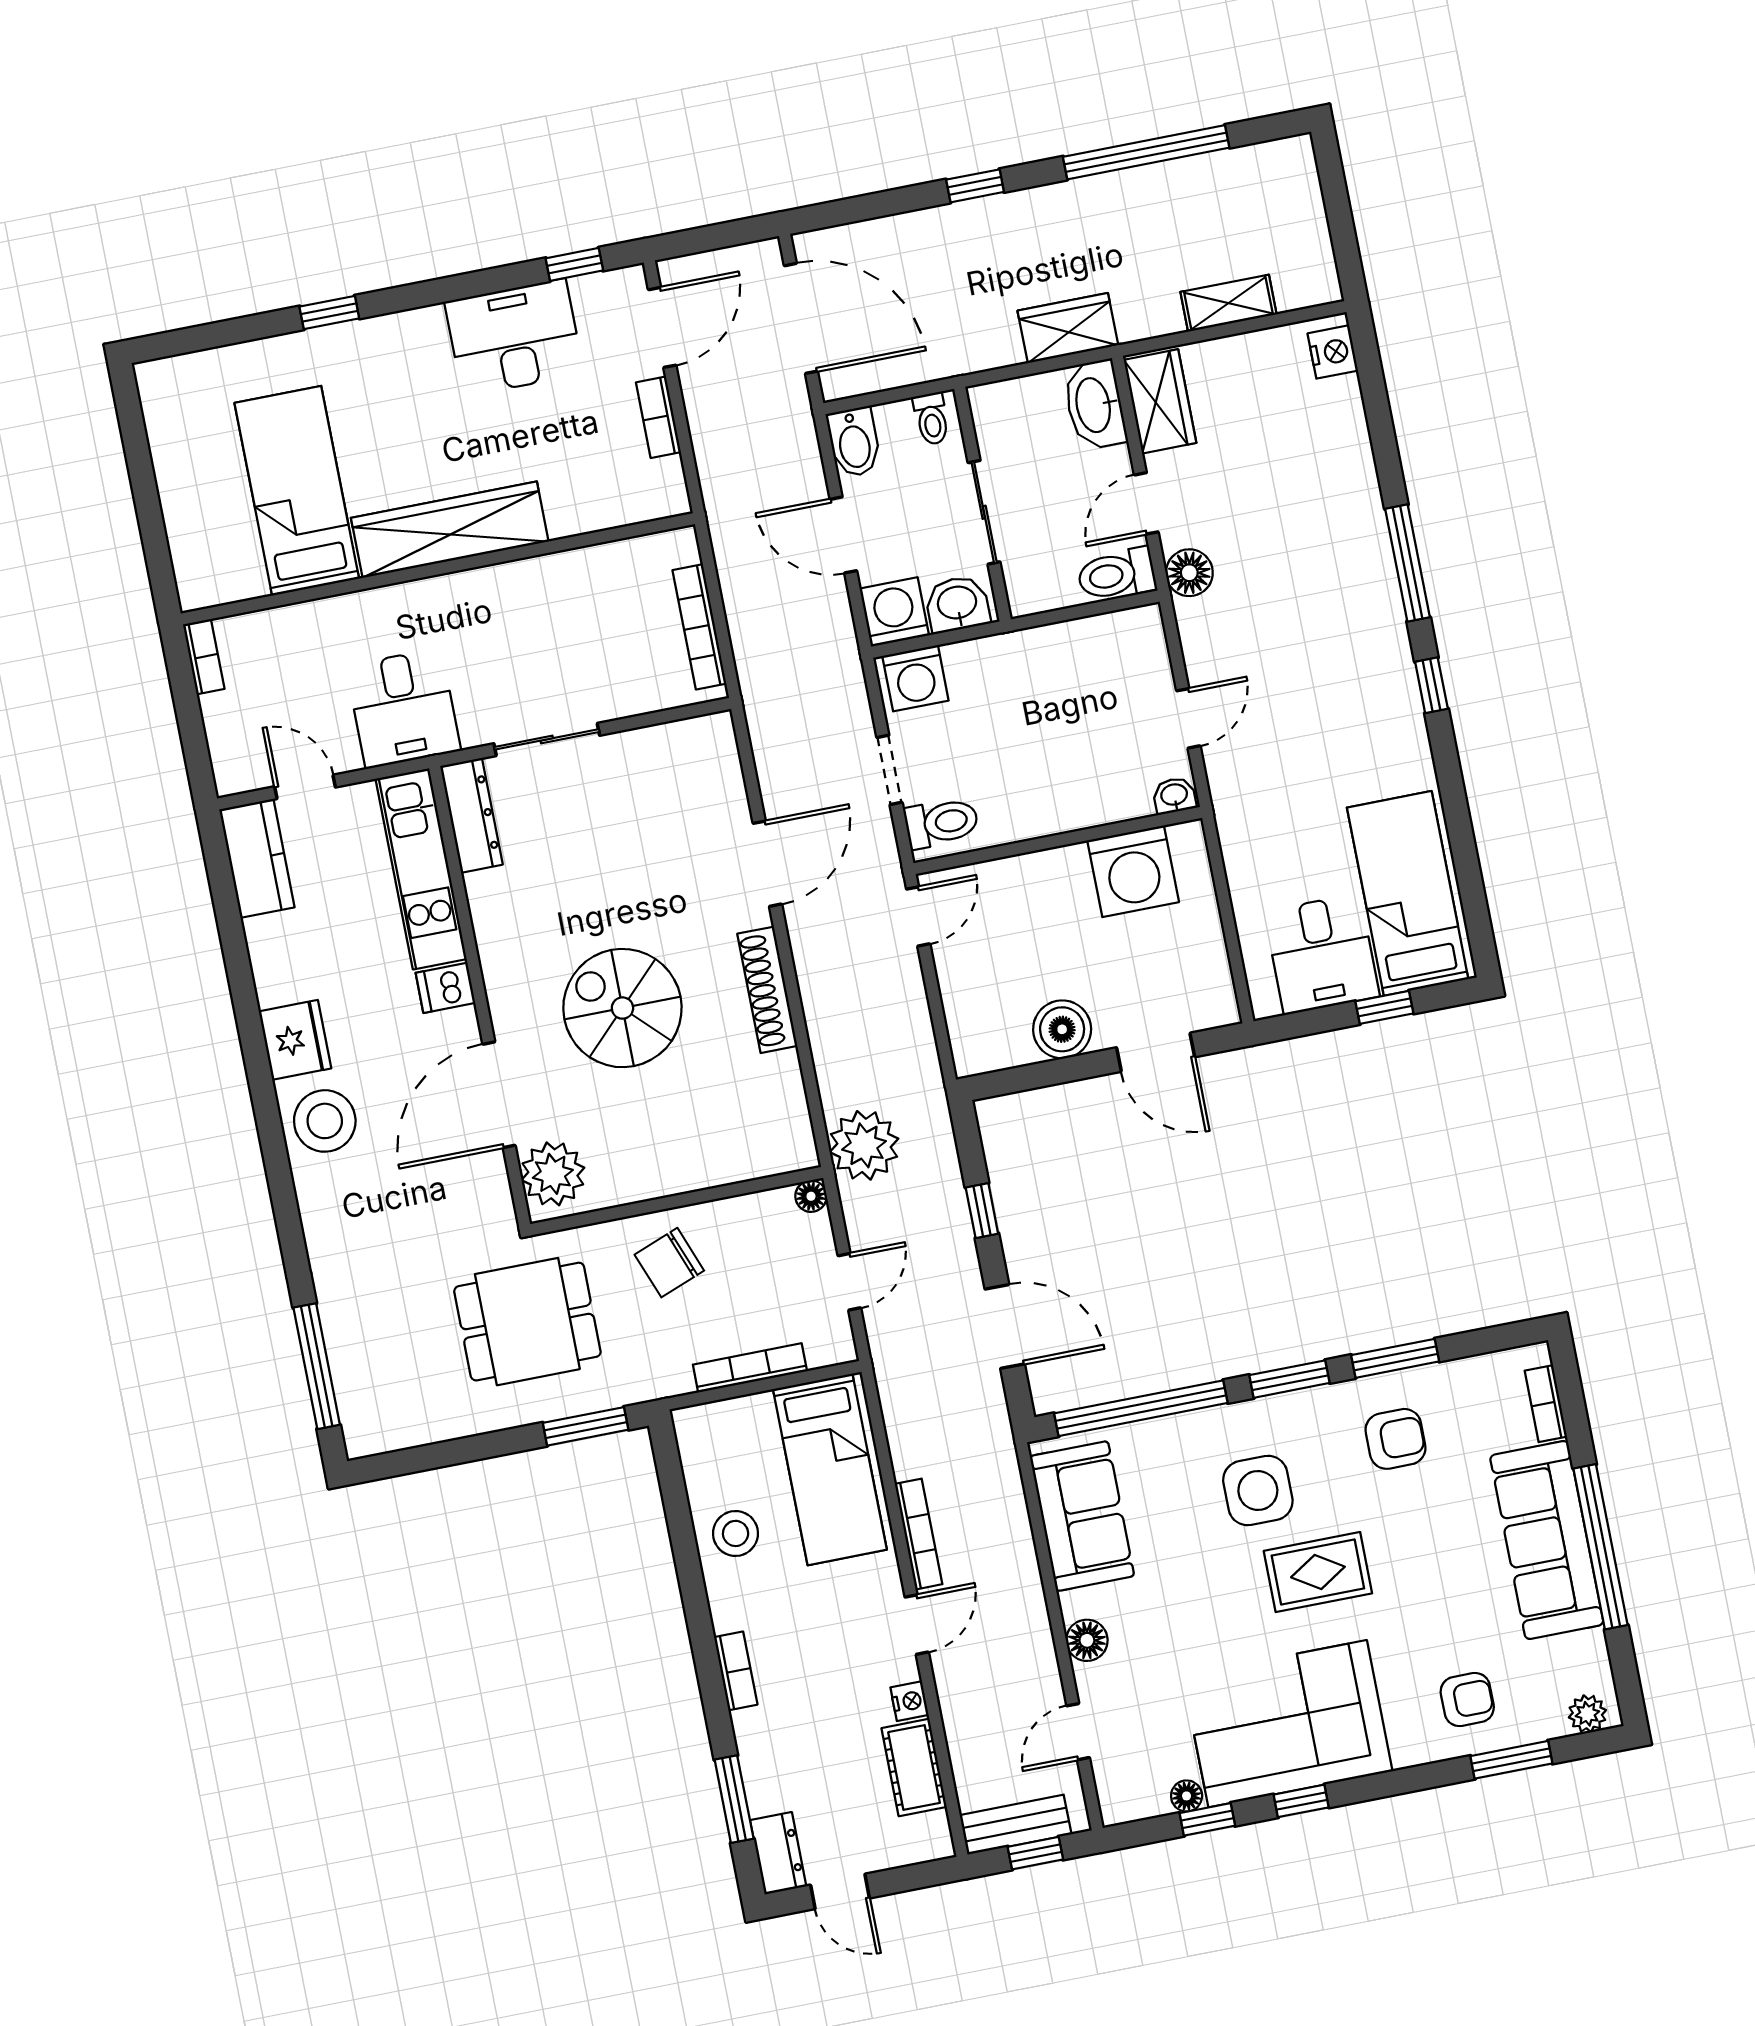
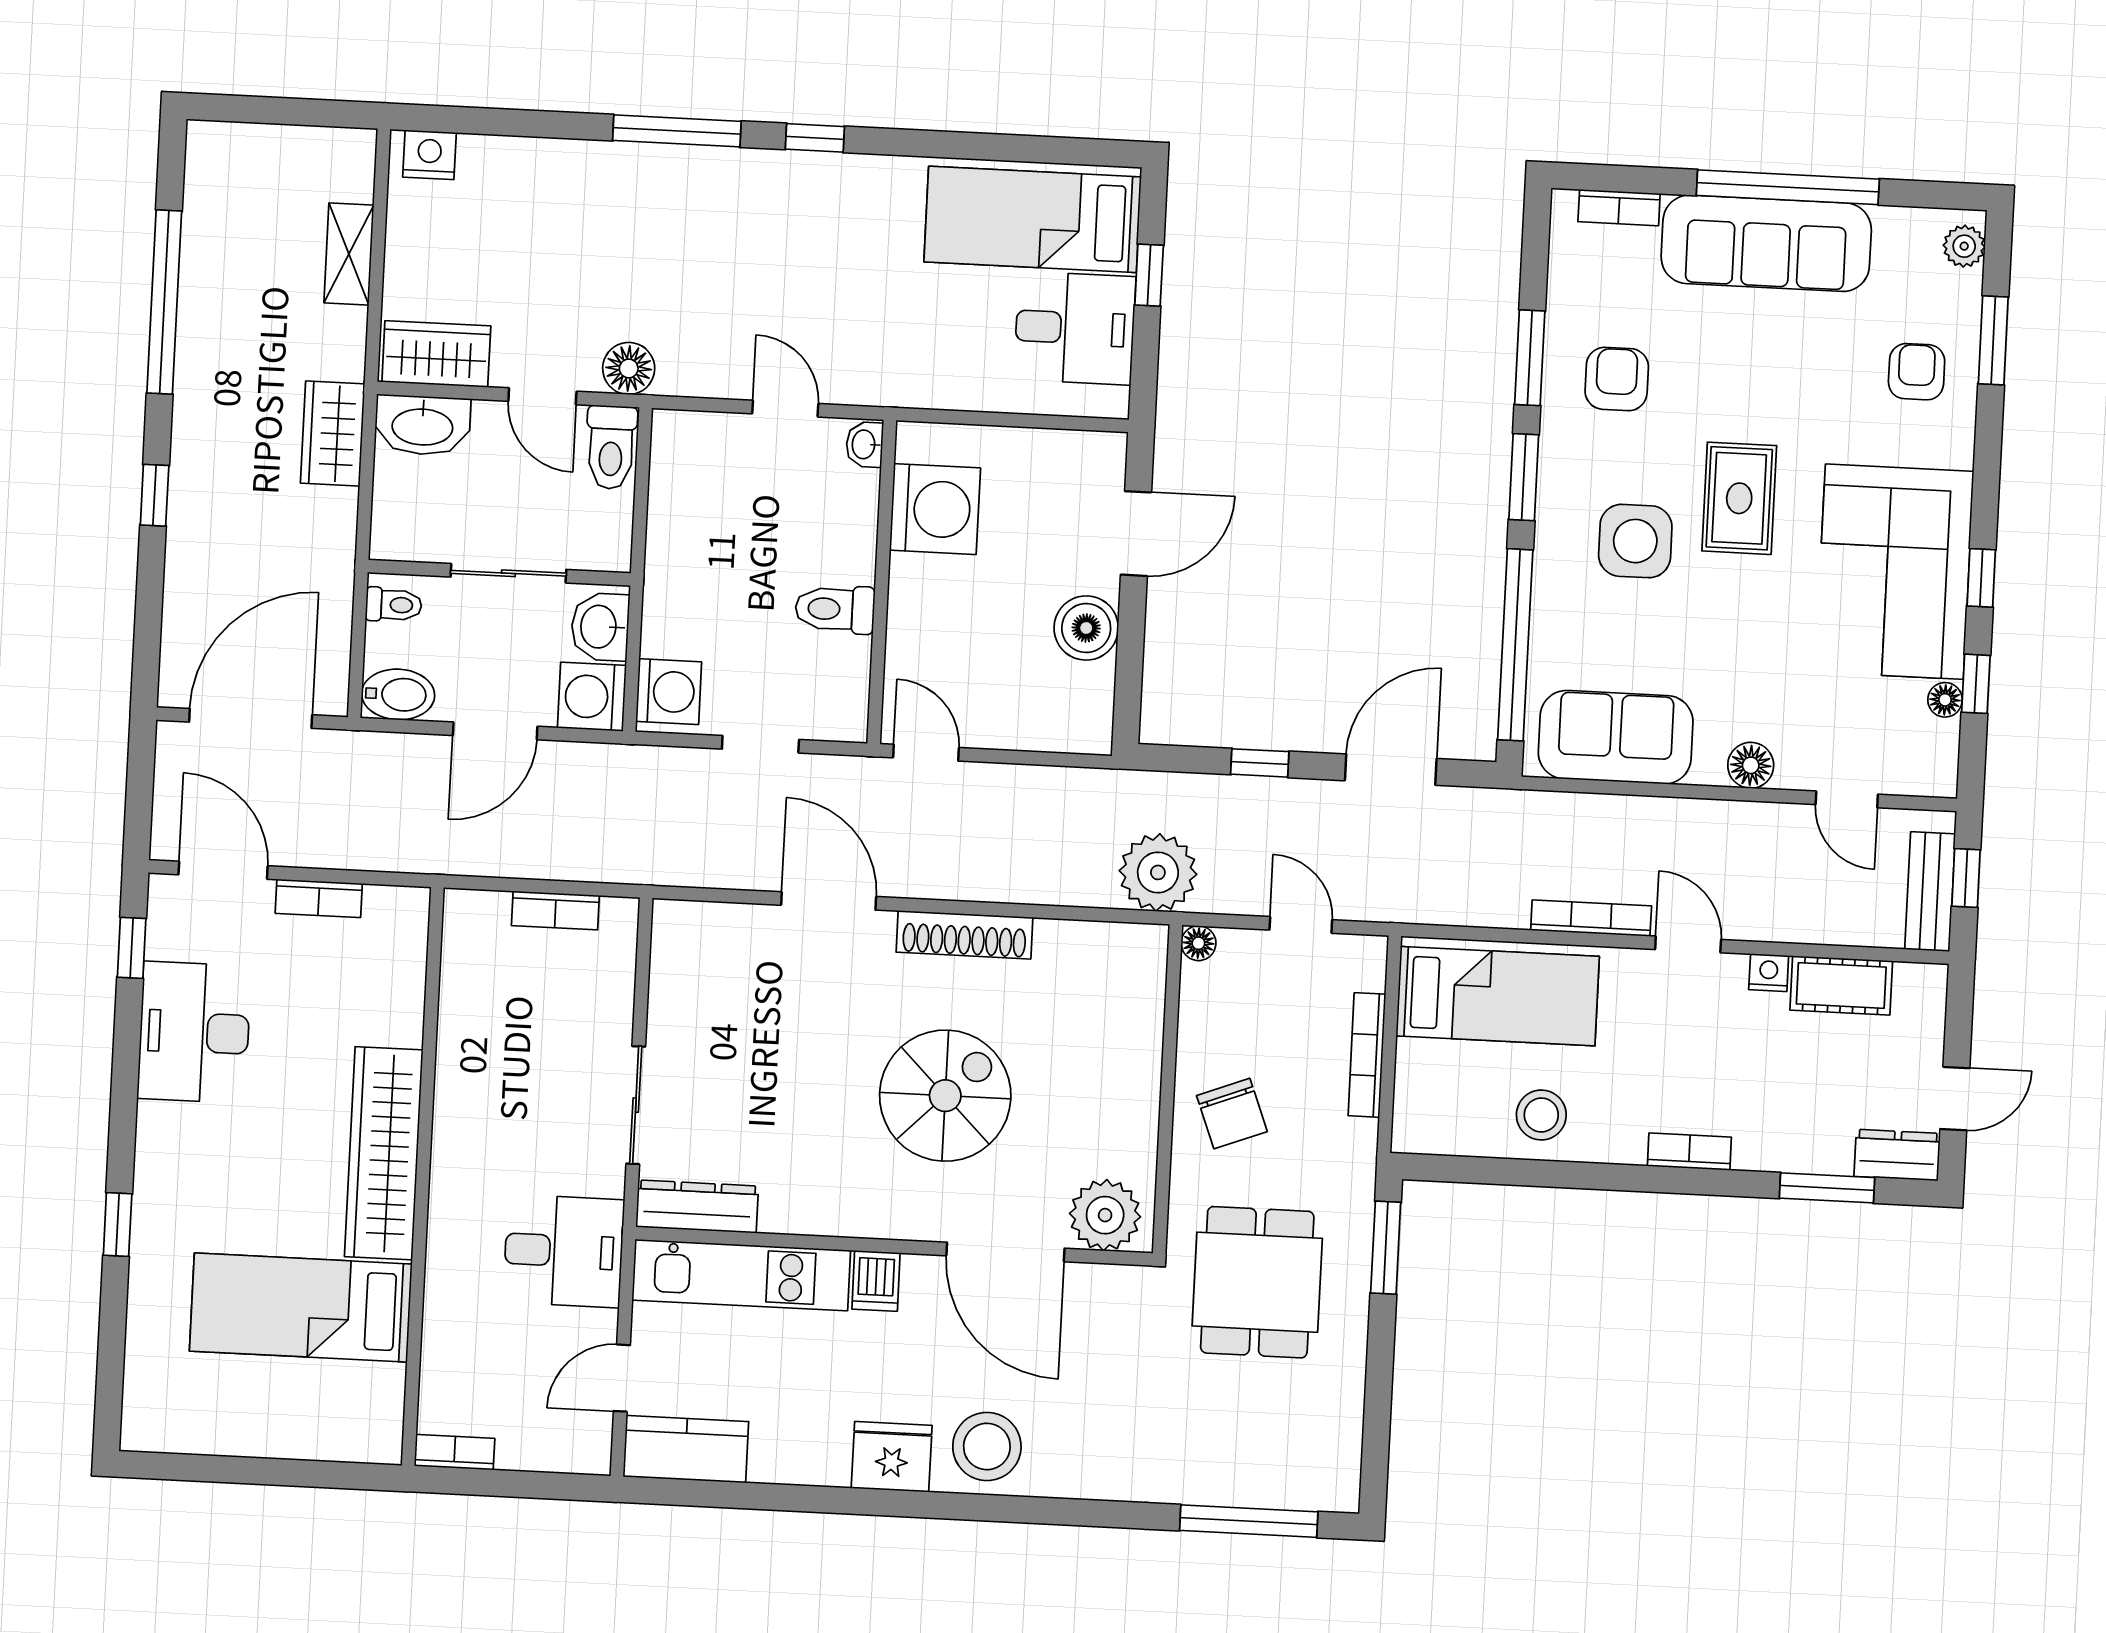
bookcase: (699, 627) -> (555, 911), width x0.64
toilet: (941, 823) -> (835, 609), moved, turned -90
spiral stairs: (622, 1008) -> (945, 1096), turned 180

